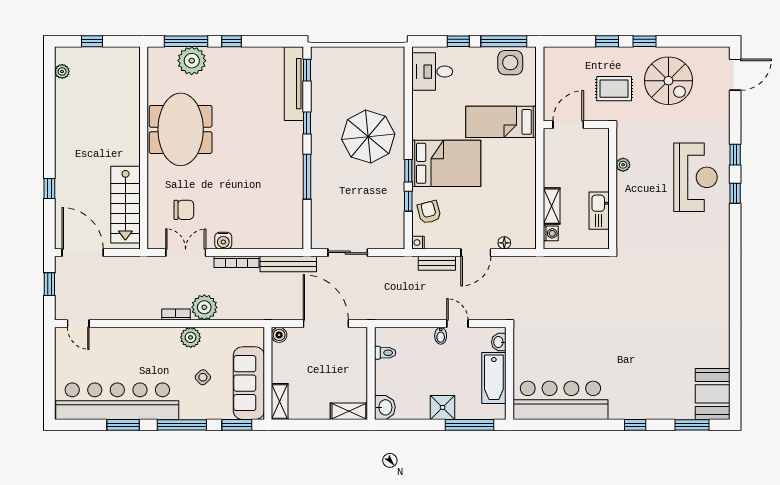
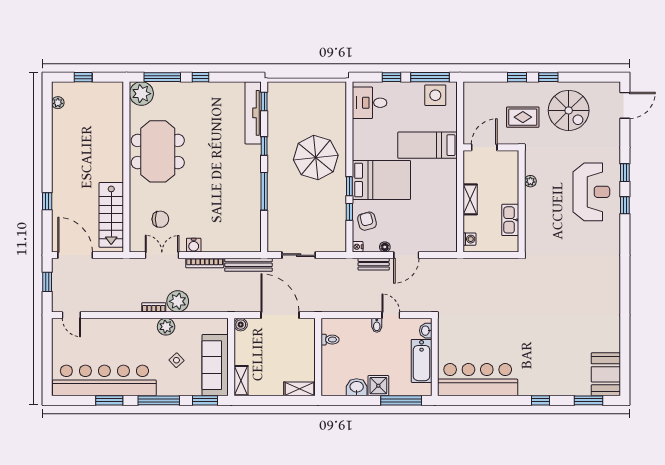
plant: (192, 61) -> (141, 94), moved
shelving: (552, 206) -> (470, 199), moved
floor lamp: (504, 243) -> (385, 247), moved
washbasin: (385, 407) -> (357, 387), moved, turned -90

